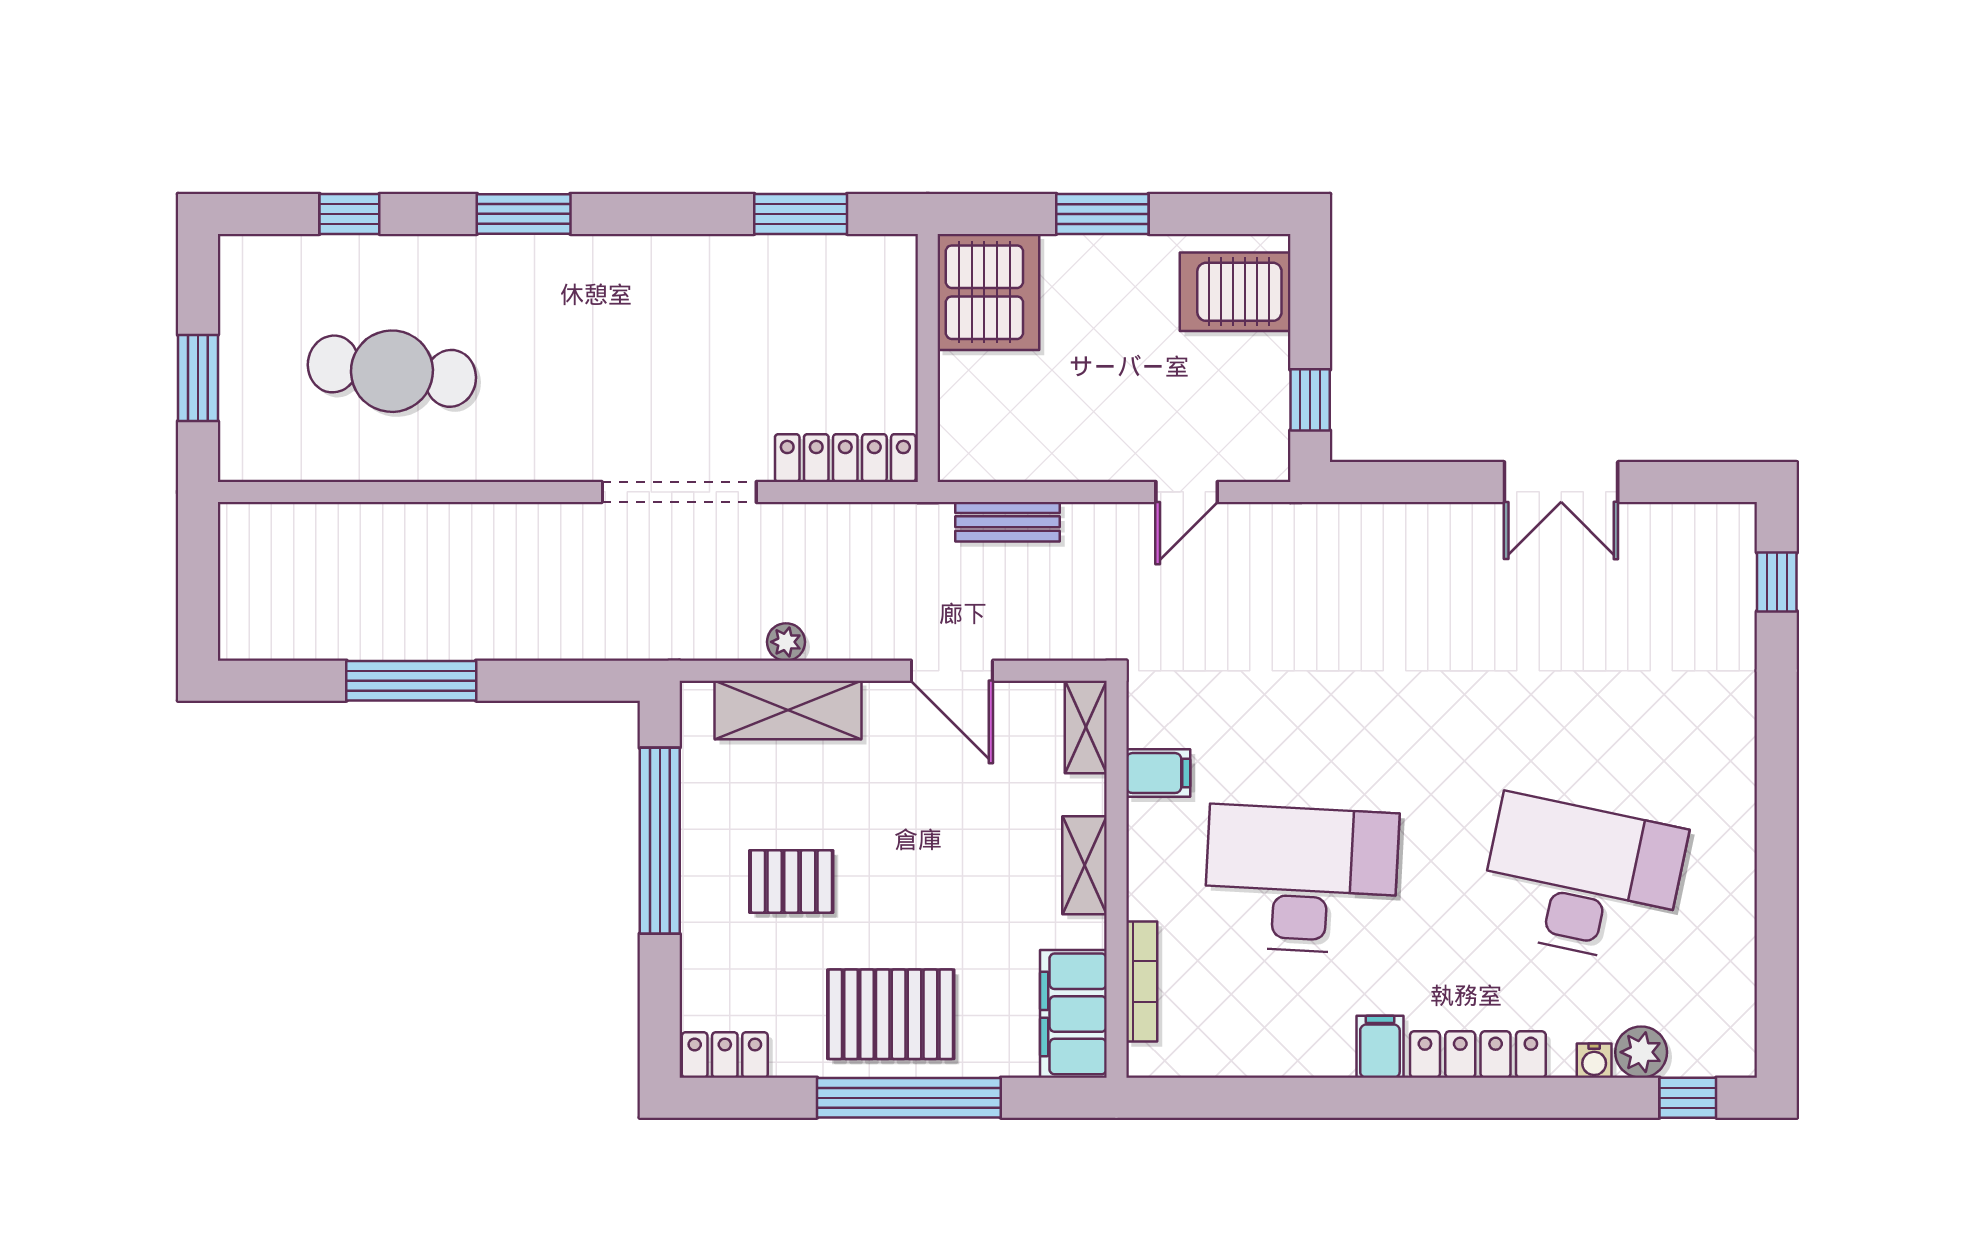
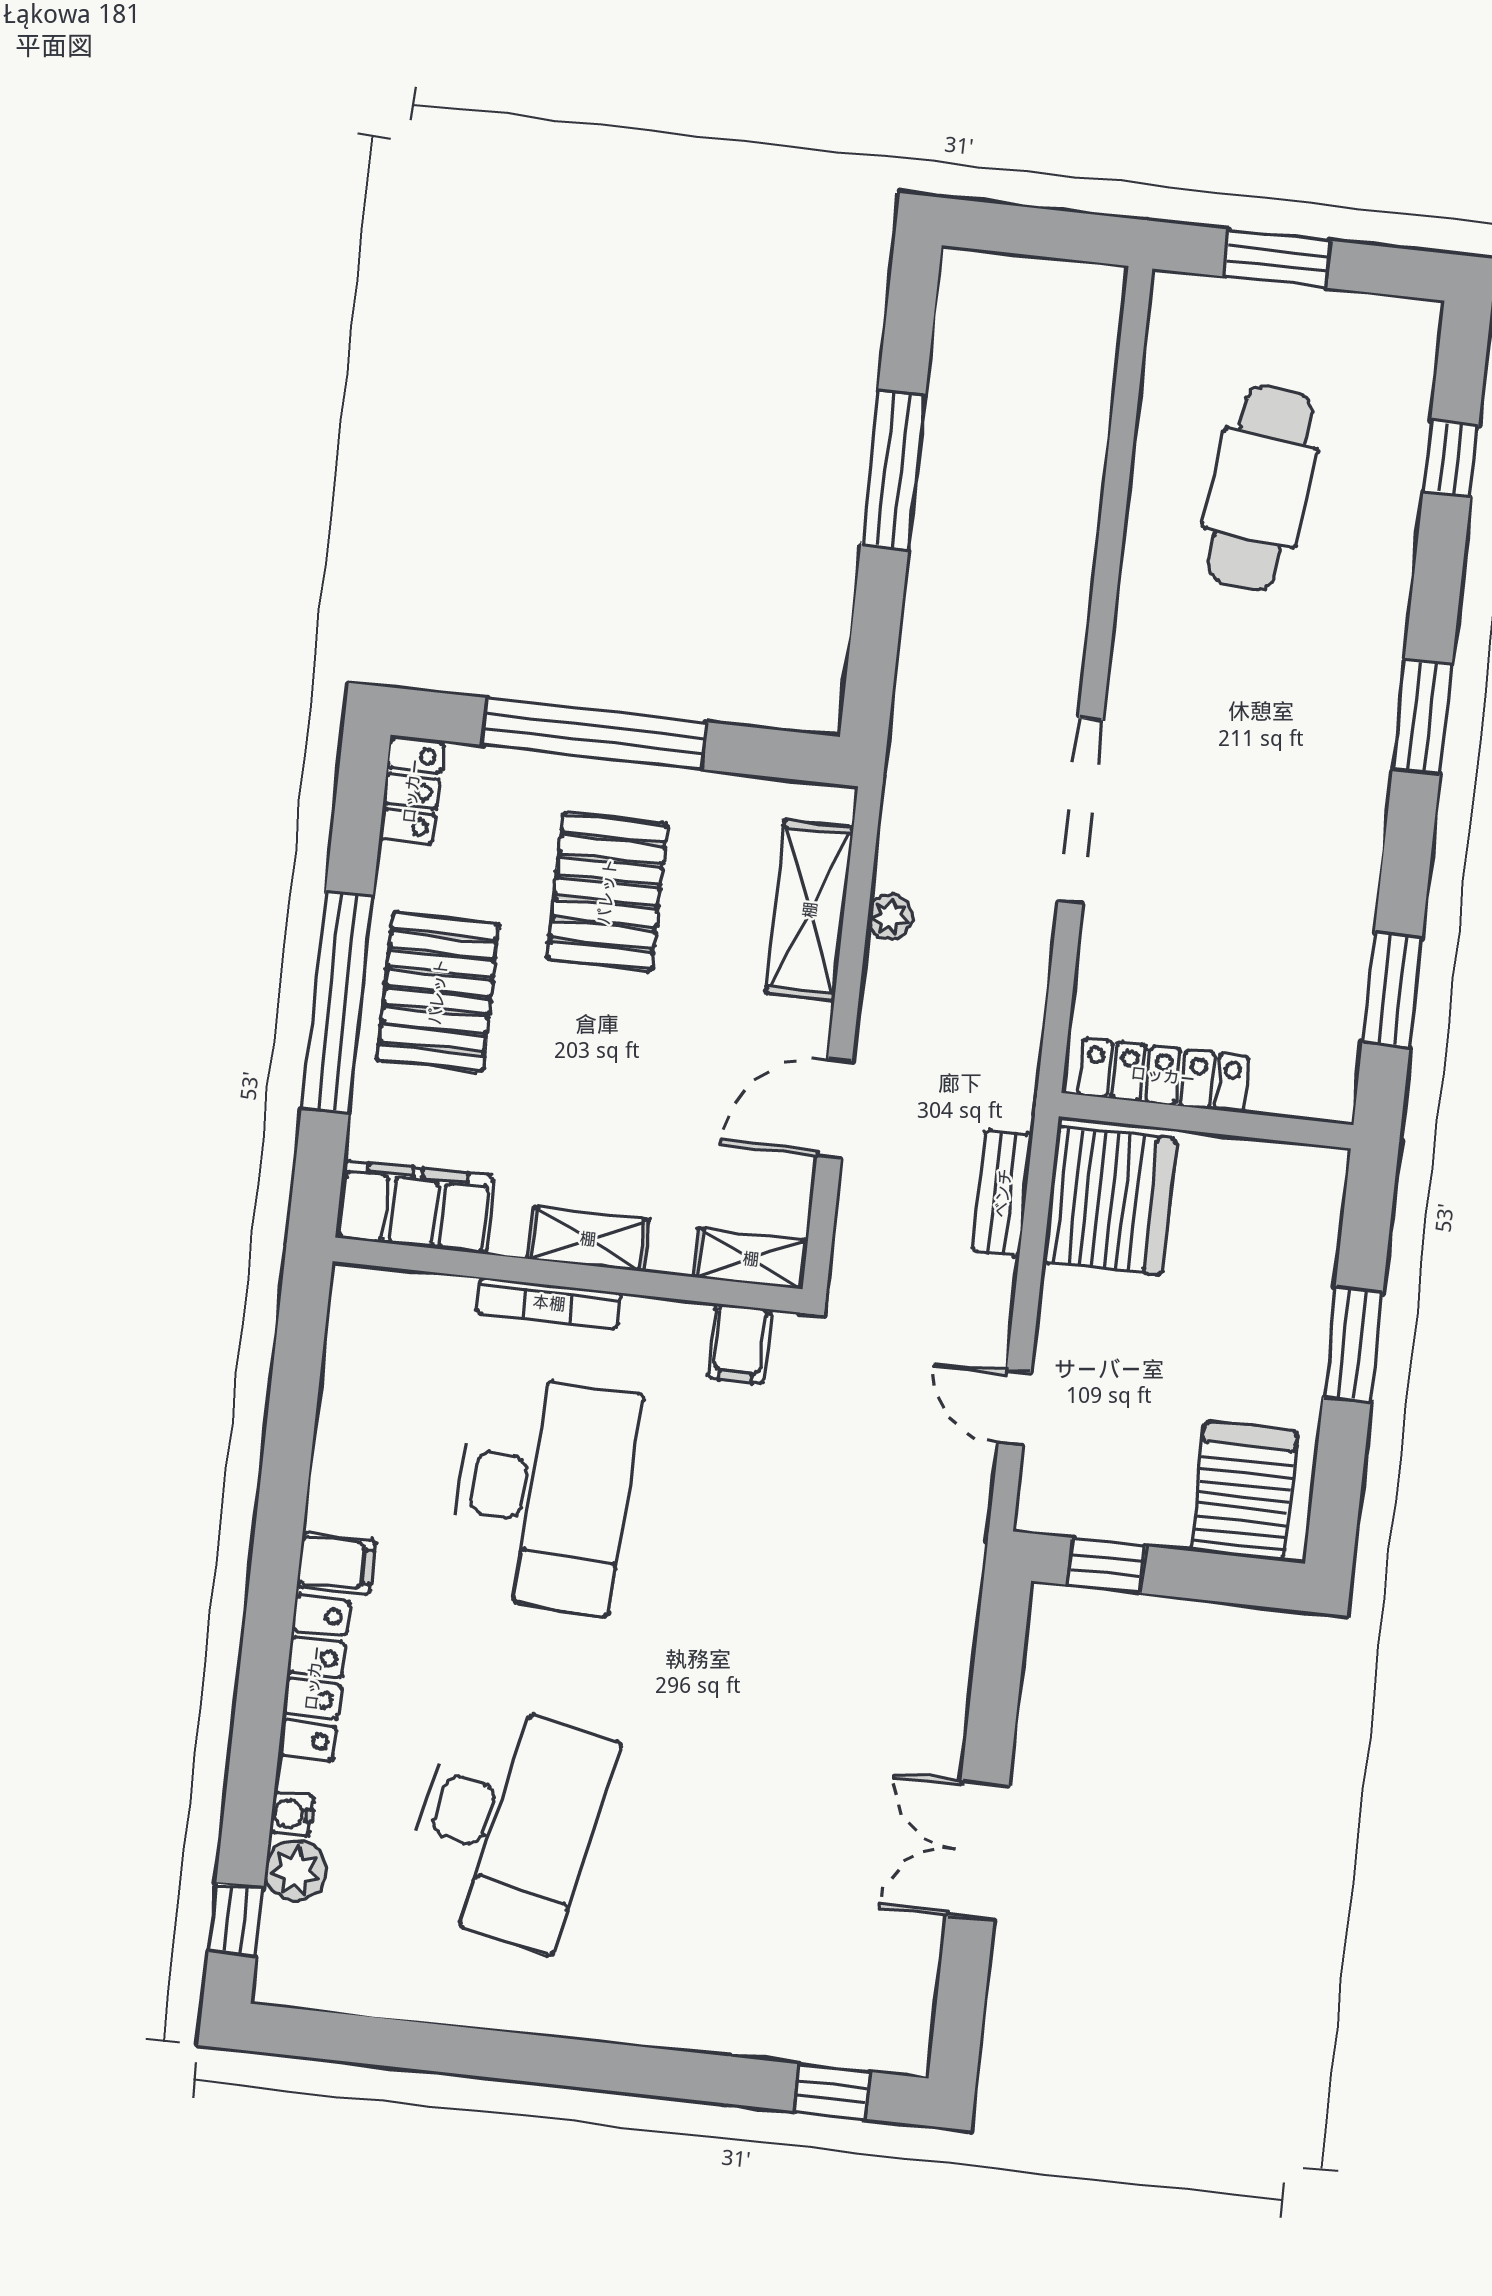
window: (524, 214) -> (1422, 717), moved
server rack: (988, 292) -> (1110, 1201), moved, turned -90
locker: (845, 458) -> (1163, 1076), moved, turned -90
filing cabinet: (1158, 773) -> (740, 1344), moved
window: (660, 841) -> (595, 734), moved
pallet: (791, 881) -> (607, 892), width x1.50, depth x1.42
bookcase: (1142, 982) -> (549, 1303), moved

